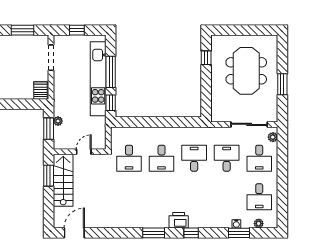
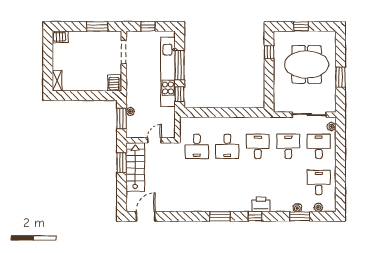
window: (240, 30) -> (301, 26), added
meeting table: (246, 71) -> (307, 64), turned 90
desk: (259, 158) -> (319, 146), turned 180
desk: (259, 197) -> (319, 182), turned 180
printer: (179, 220) -> (261, 204), moved

